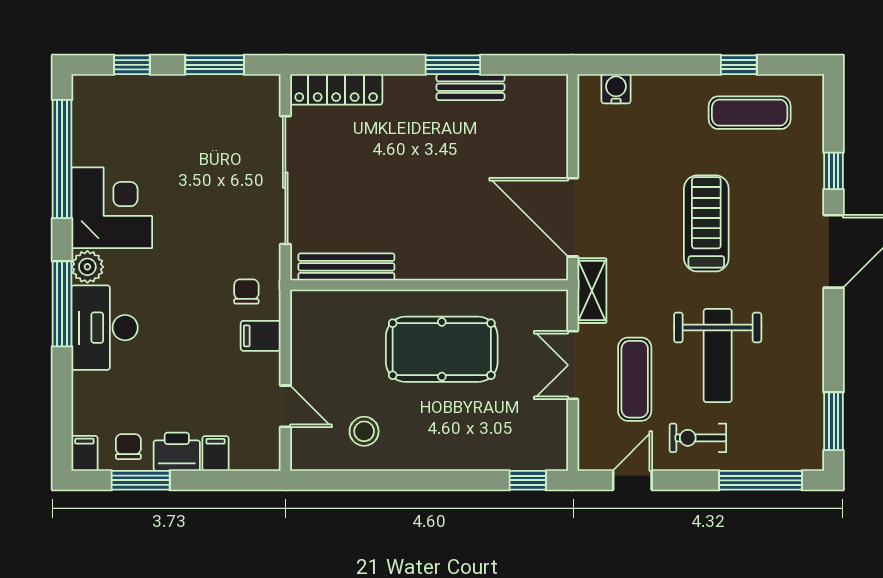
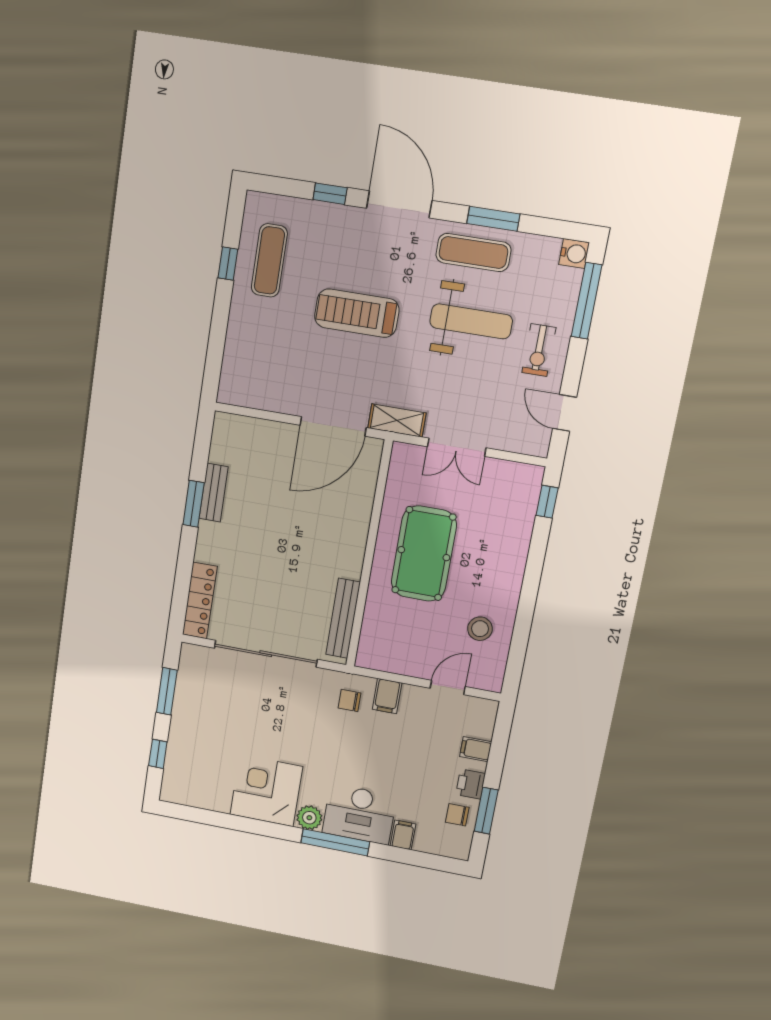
water cooler: (616, 89) -> (574, 254), moved, turned 180
window: (62, 159) -> (223, 820), removed
exercise mat: (635, 379) -> (473, 253), moved
window: (834, 421) -> (493, 219), moved
printer: (177, 452) -> (471, 784), width x0.73, depth x0.81
filing cabinet: (84, 453) -> (403, 835), moved, turned 90

